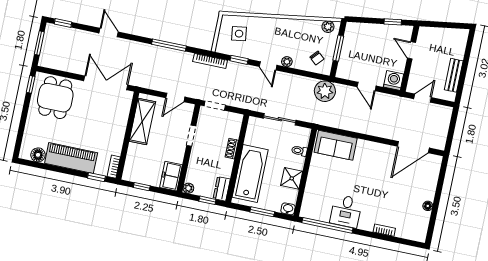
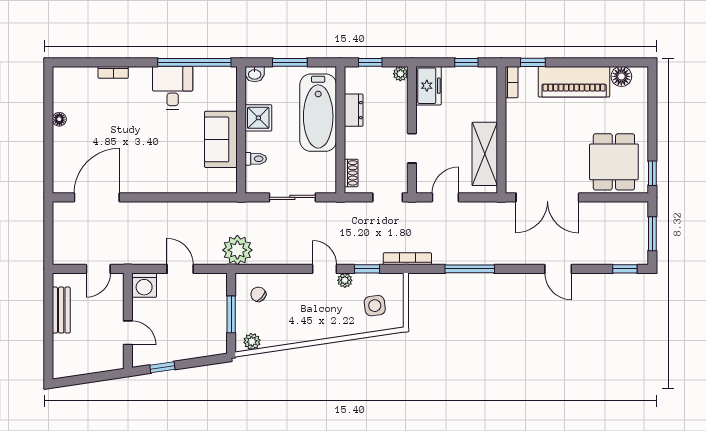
plant: (287, 62) -> (345, 280), moved
sofa: (336, 145) -> (221, 139), moved, turned -90
shoe rack: (232, 149) -> (351, 173), moved
dresser: (222, 189) -> (354, 110), moved

